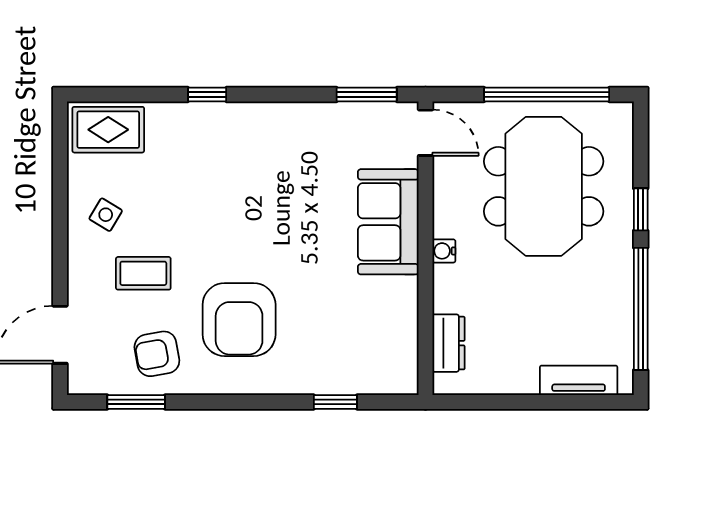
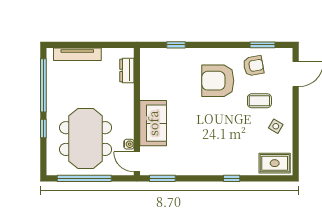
water cooler: (444, 251) -> (129, 144), moved
armchair: (239, 320) -> (218, 81), turned -90
tv unit: (579, 380) -> (77, 54), width x1.41

